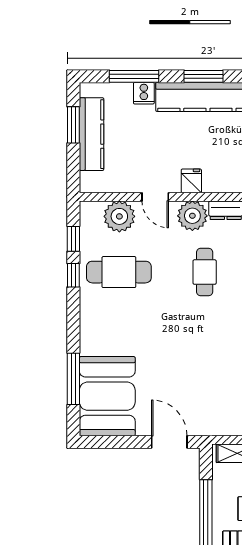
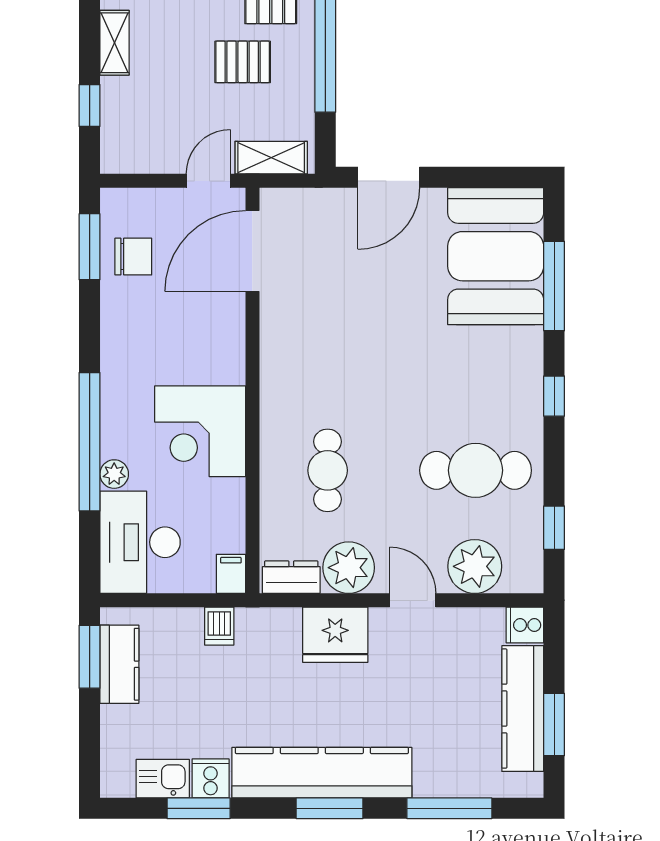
cooker: (144, 93) -> (525, 625), moved, turned -90
fridge: (191, 181) -> (335, 635), width x1.88, depth x1.34
window: (73, 275) -> (554, 396), moved
door: (169, 442) -> (389, 177), hinge flipped

